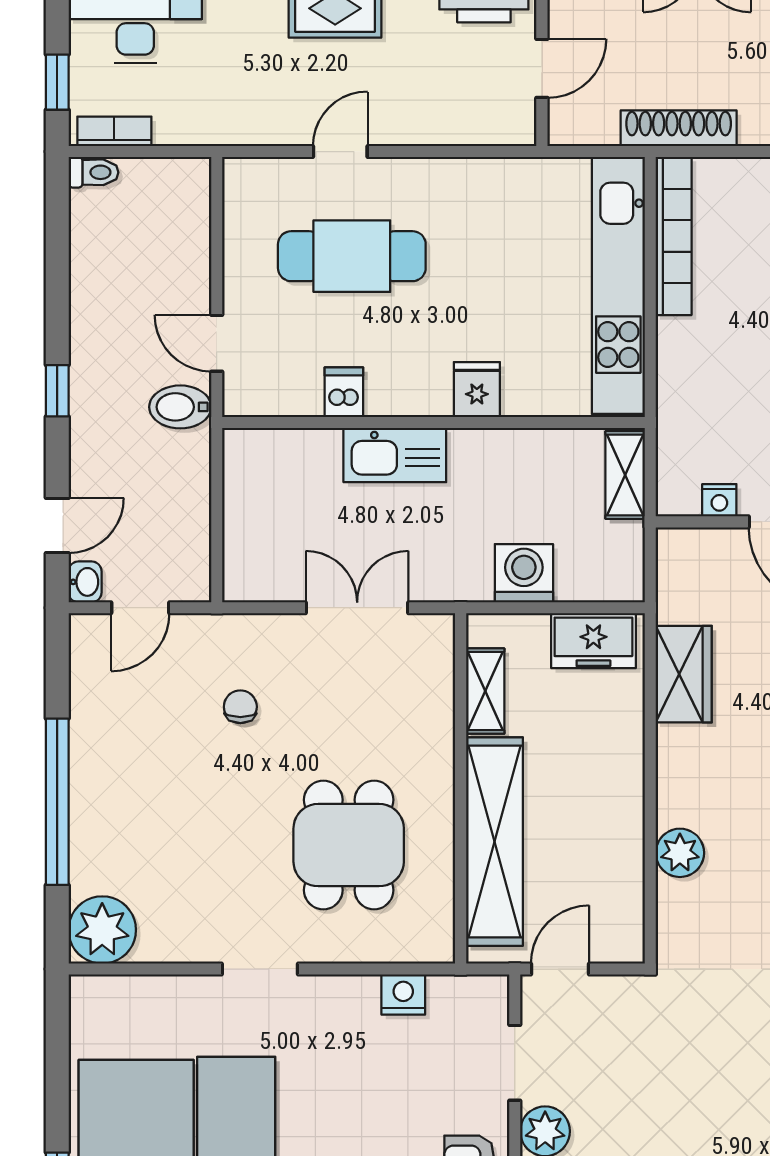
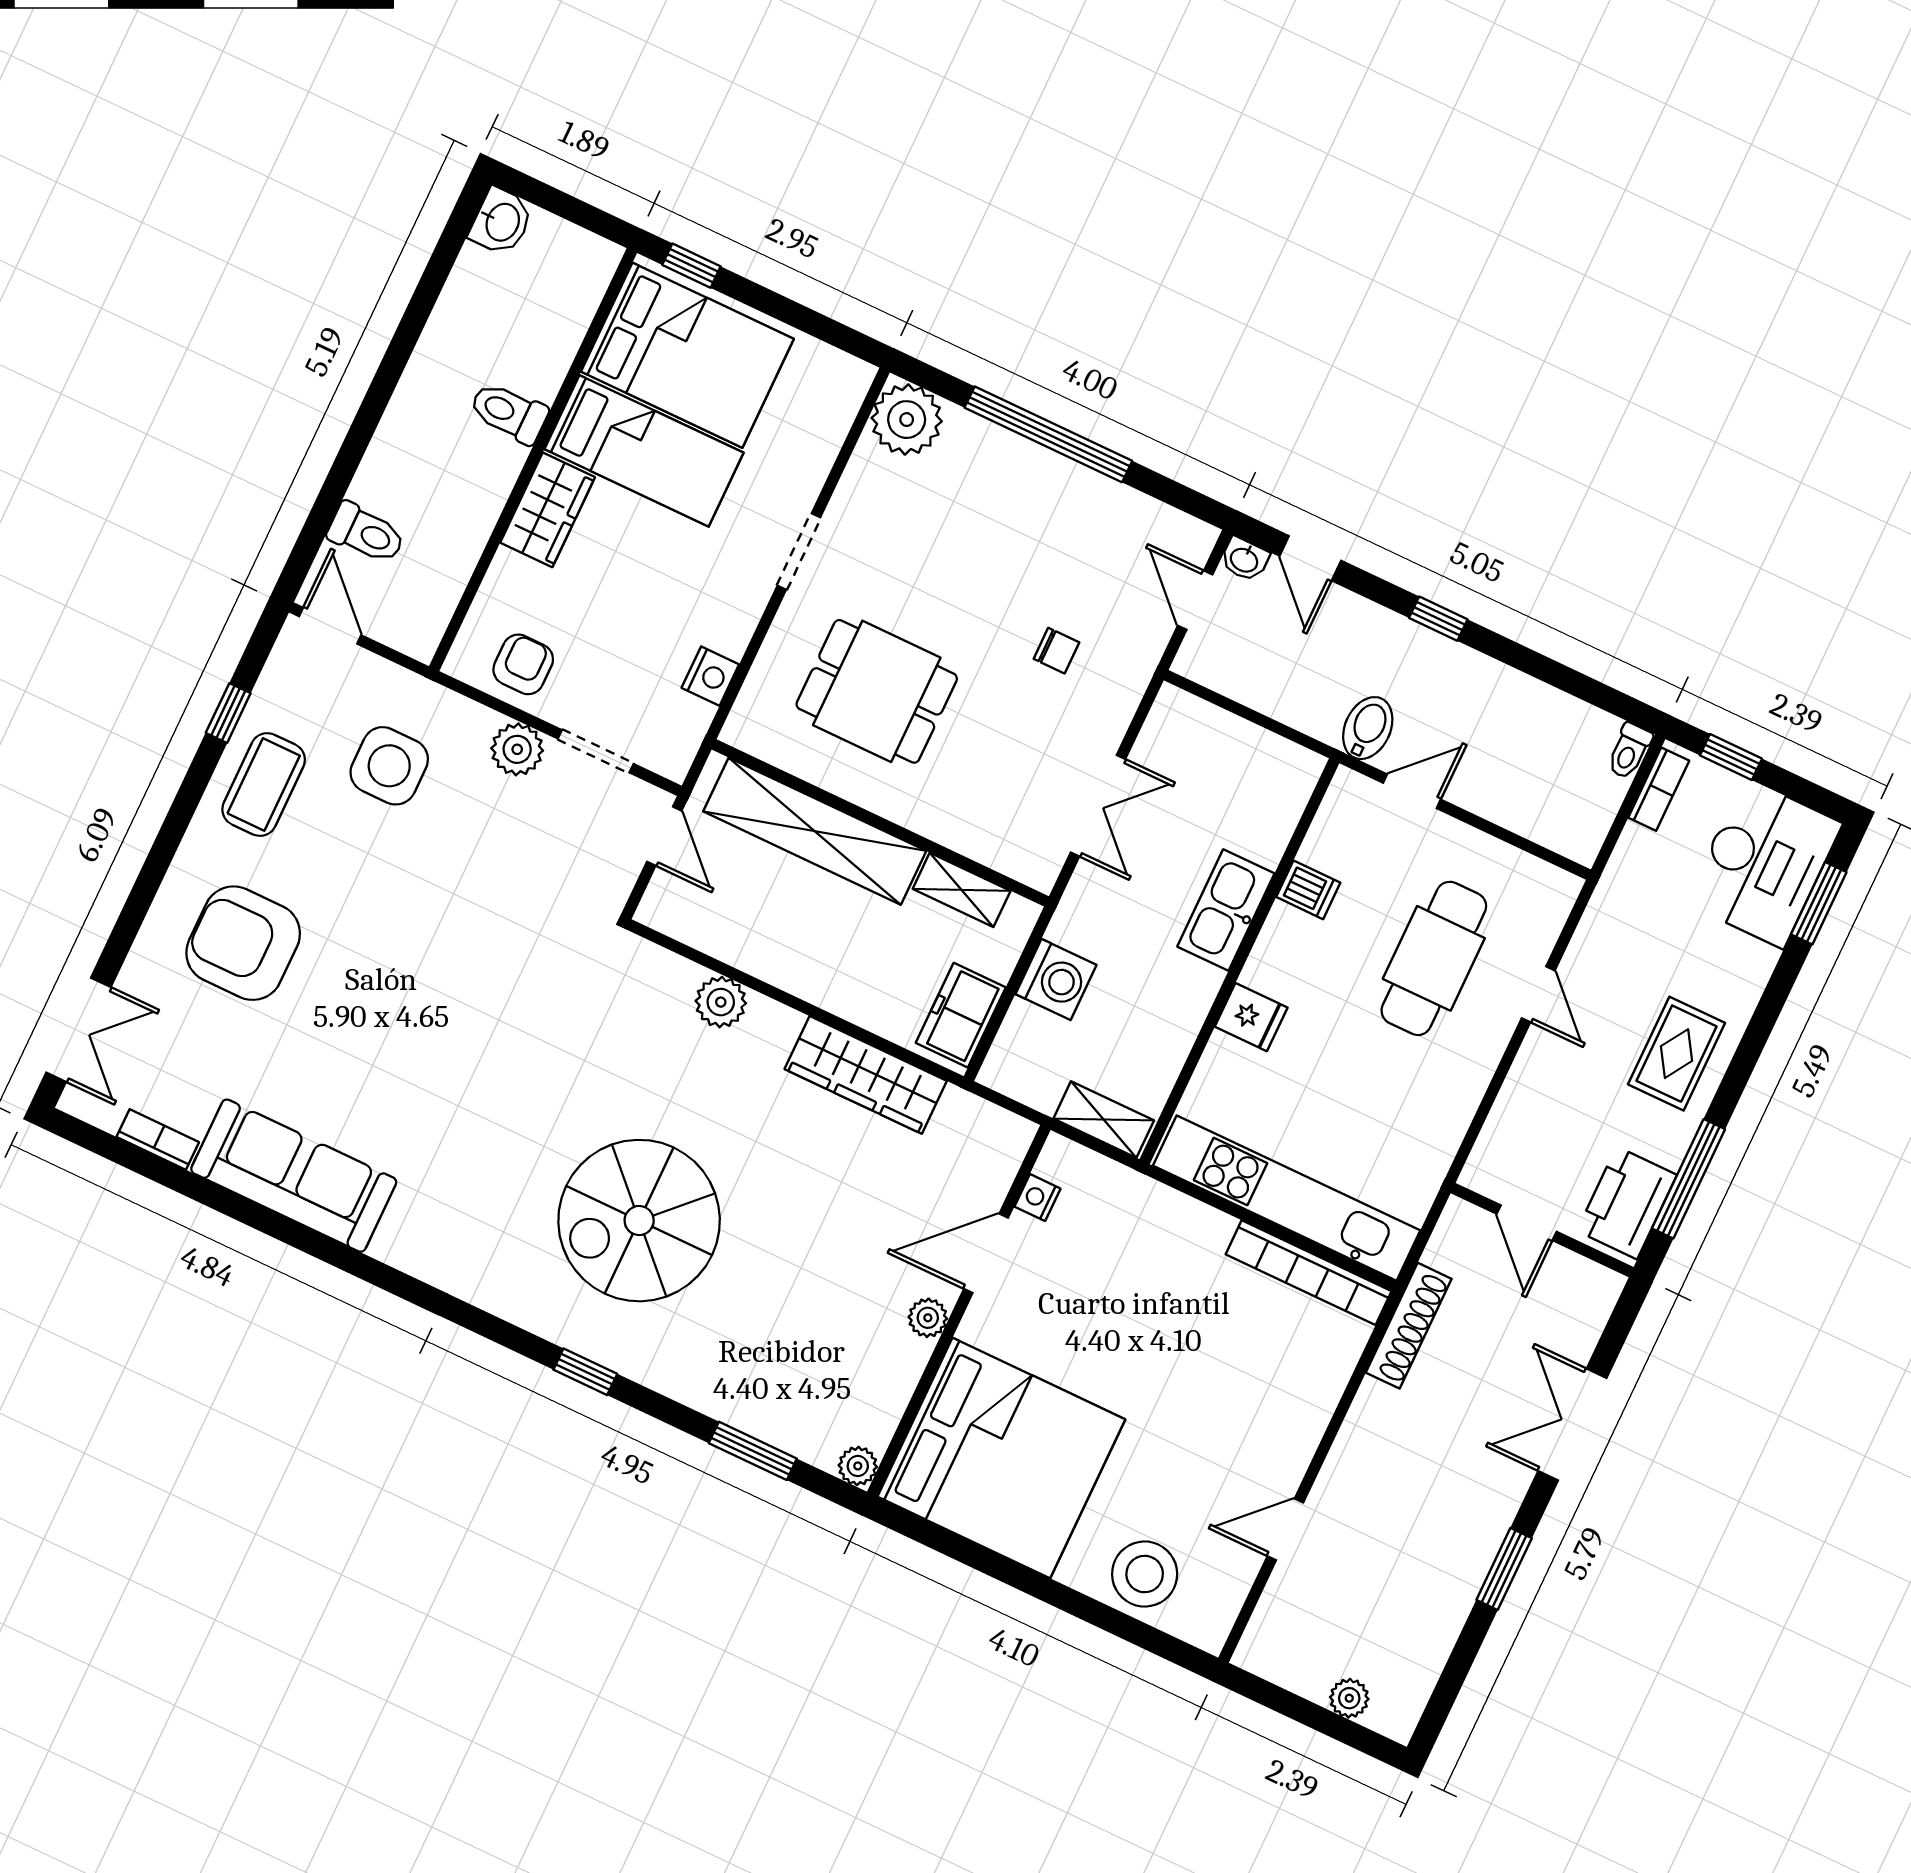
wardrobe: (684, 674) -> (866, 1075), width x1.50

